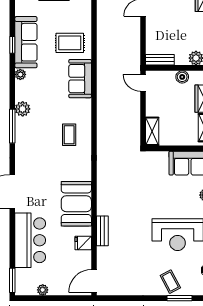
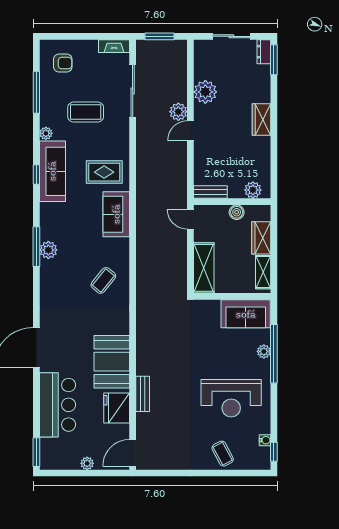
plant: (20, 74) -> (46, 133), moved
window: (12, 126) -> (36, 247), moved
shelving: (152, 131) -> (204, 268), width x1.50, depth x1.33
coffee table: (69, 135) -> (103, 280), turned 39
fridge: (83, 243) -> (117, 408), width x1.88, depth x1.34
plant: (43, 290) -> (87, 463), moved
window: (179, 298) -> (233, 473), removed

